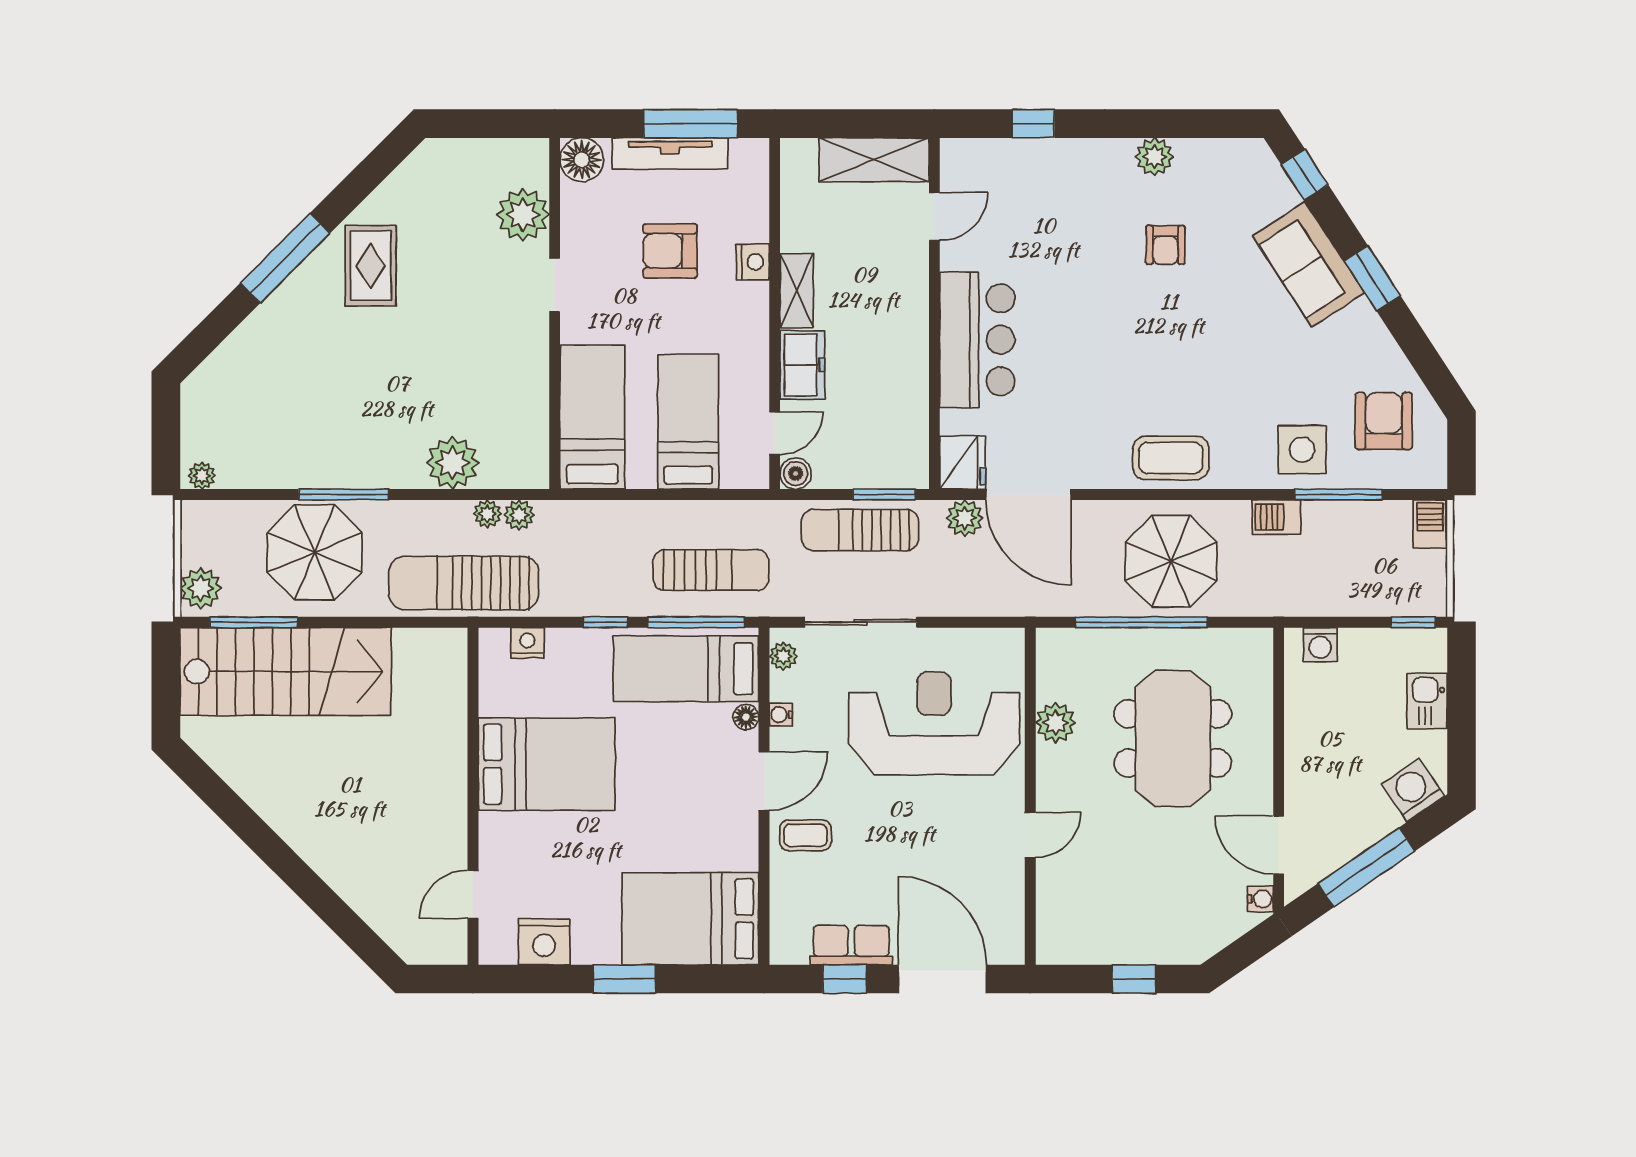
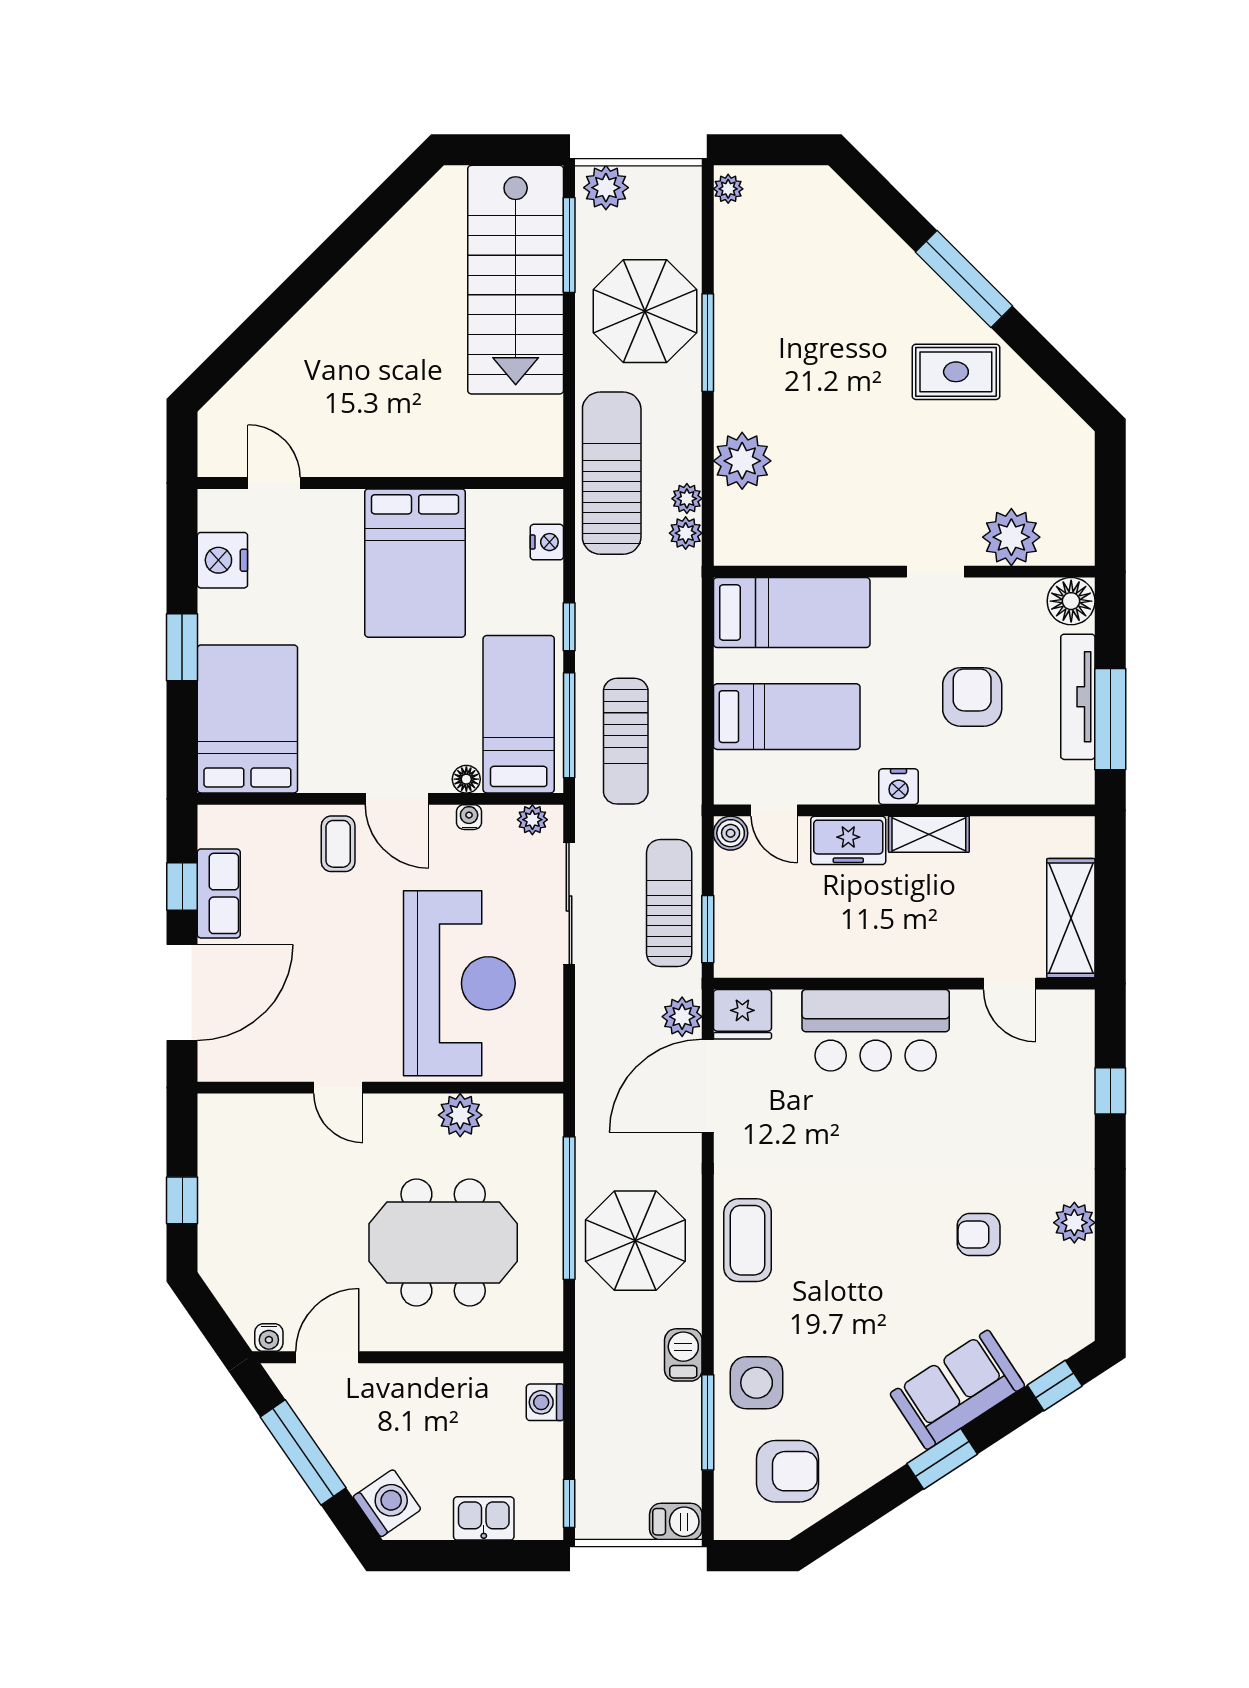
nightstand: (753, 262) -> (899, 787), moved

